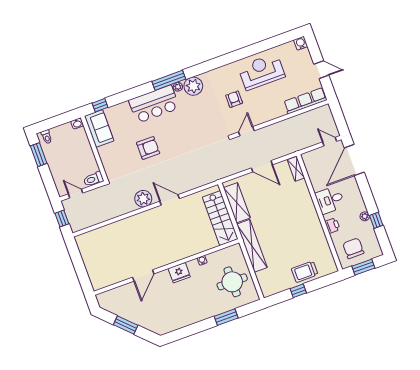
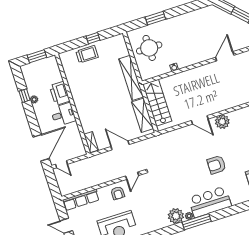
armchair: (234, 99) -> (118, 193), moved
printer: (332, 226) -> (60, 93), width x1.87, depth x1.48
chair: (353, 248) -> (45, 73), removed
fridge: (179, 273) -> (194, 57), removed

